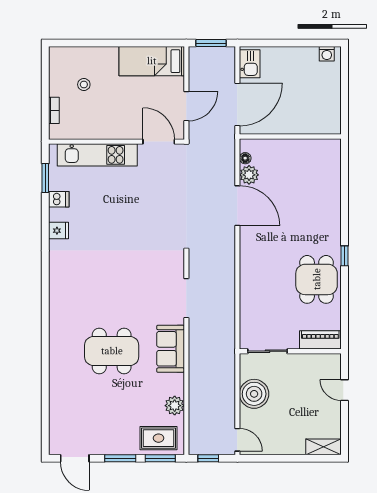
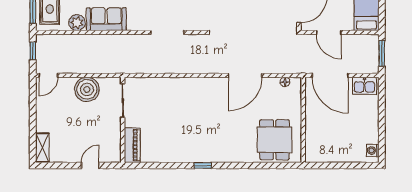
plant: (249, 175) -> (271, 85), removed
dining table: (317, 279) -> (275, 140), moved, turned 90
sofa: (171, 349) -> (106, 19), moved

